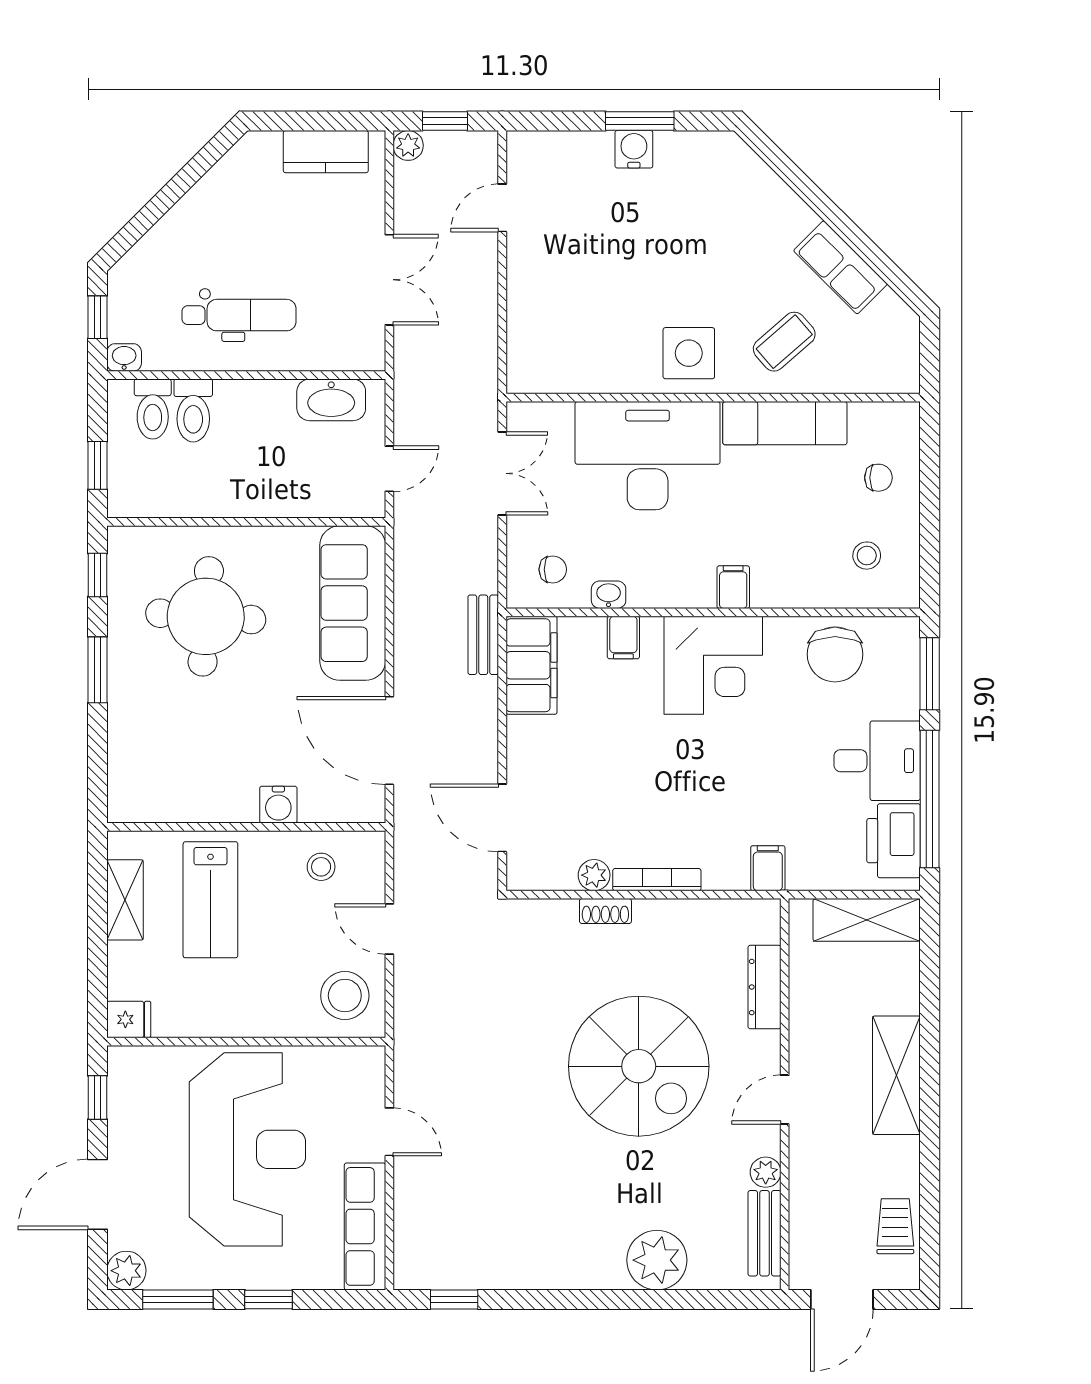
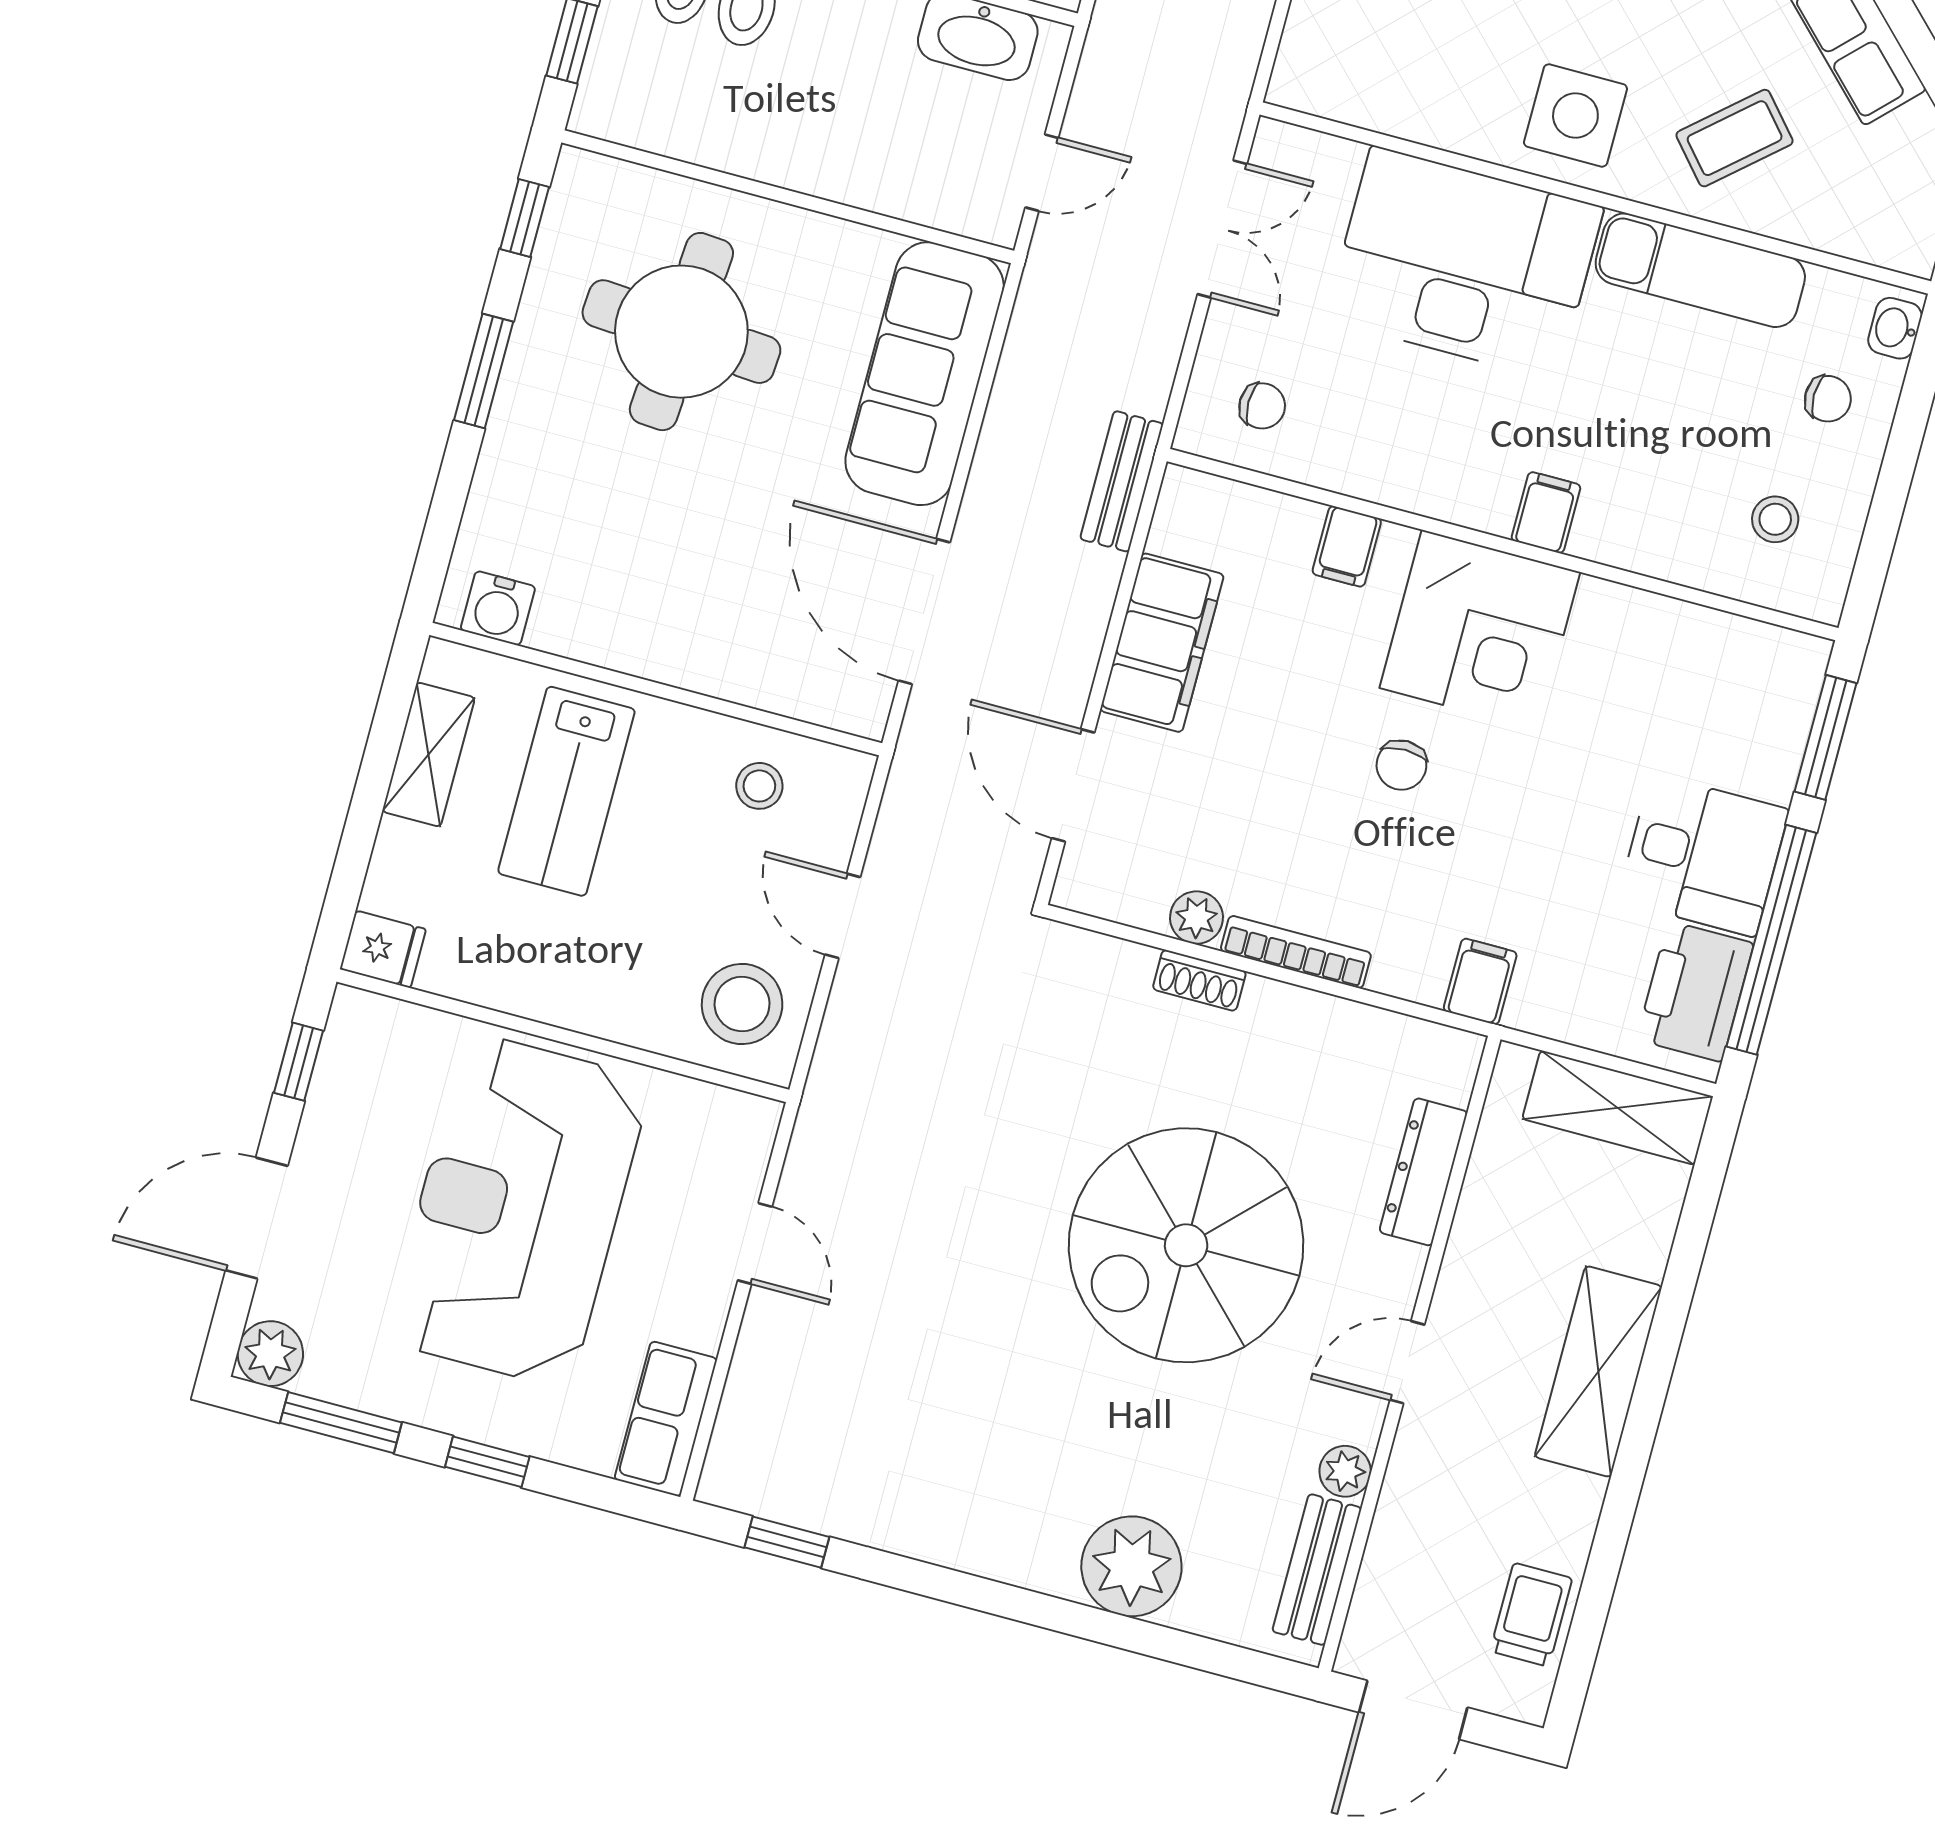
washbasin: (609, 595) -> (1895, 328), moved, turned -90
chair: (835, 654) -> (1401, 765), moved, width x0.54, depth x0.54
filing cabinet: (532, 665) -> (1162, 643), moved
water cooler: (278, 805) -> (498, 608), moved
spiral stairs: (639, 1066) -> (1186, 1245), turned 90
reception desk: (247, 1149) -> (518, 1210), turned 180
row of seats: (365, 1226) -> (666, 1419), width x0.68

